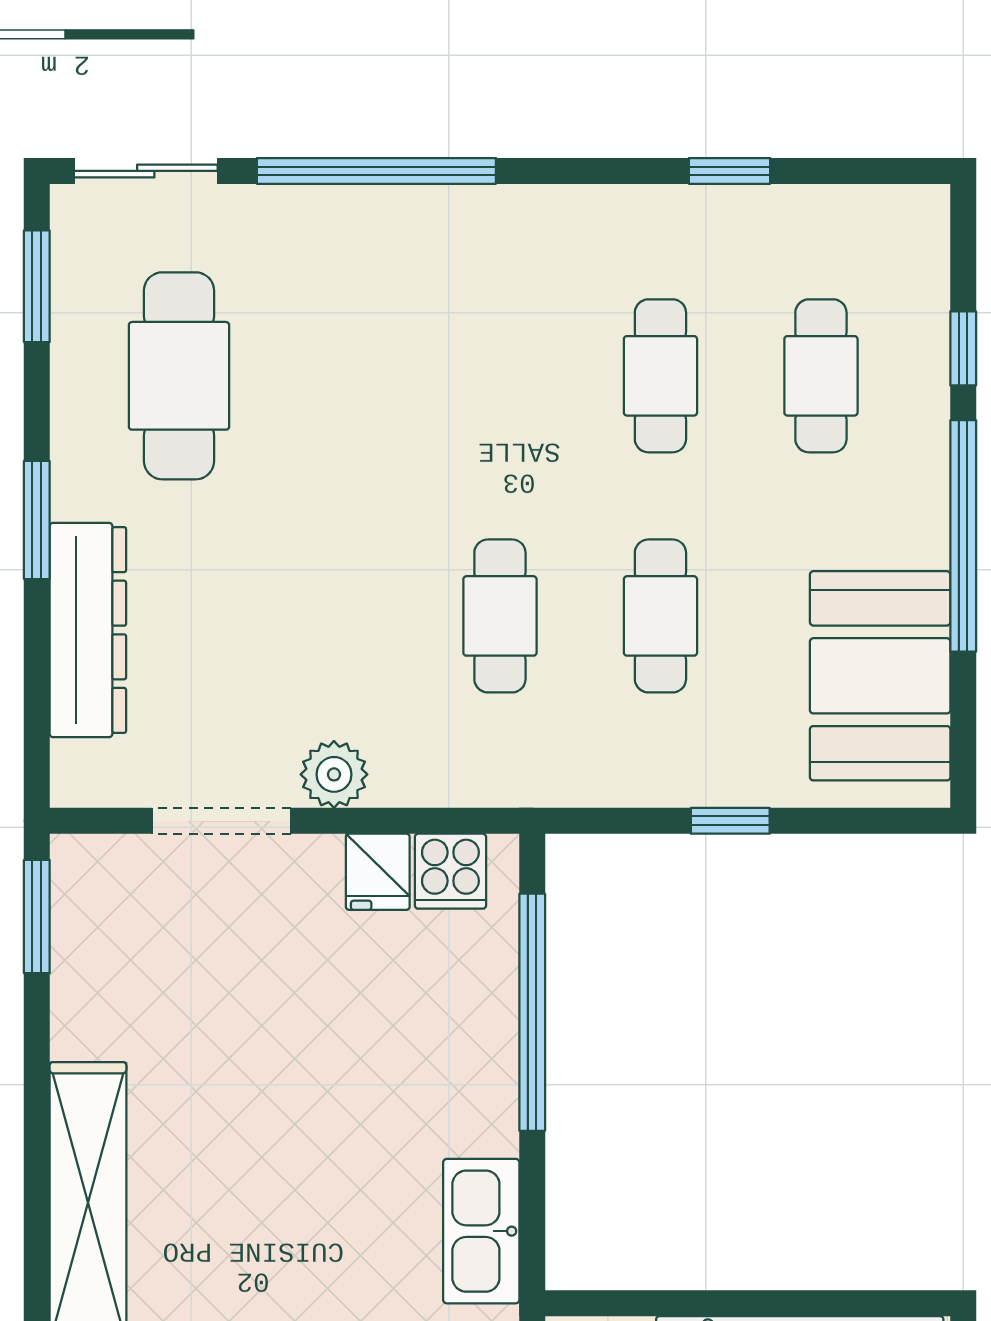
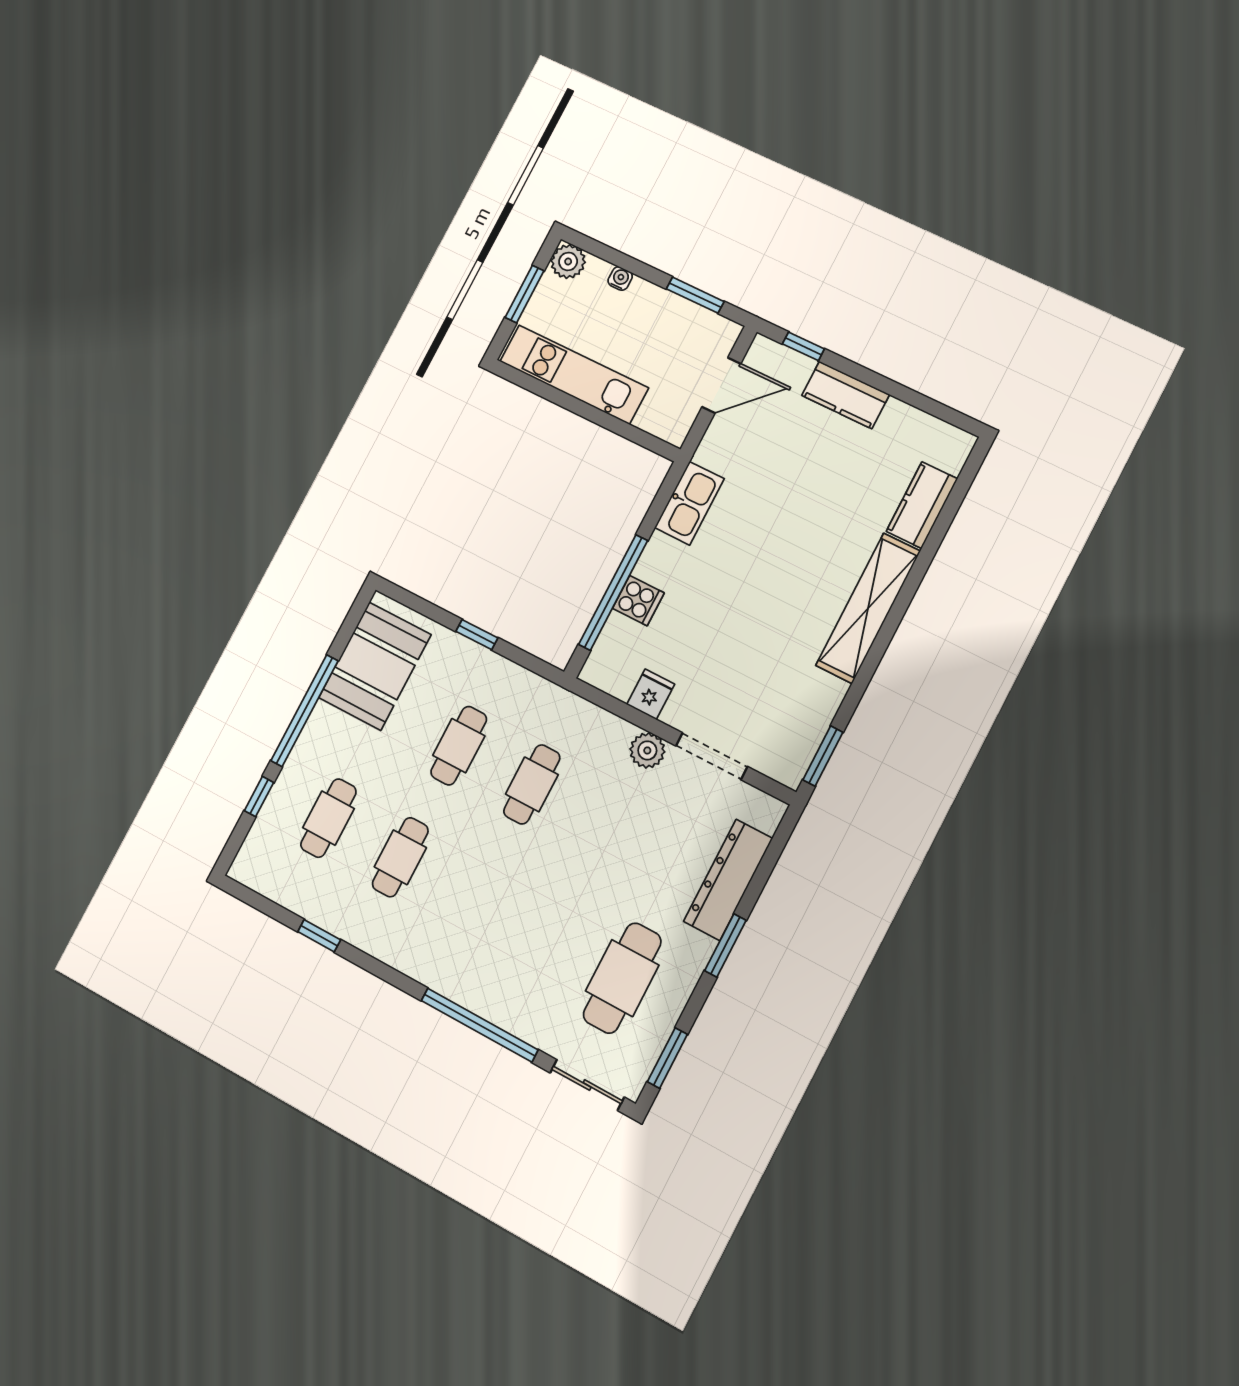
cooker: (450, 871) -> (638, 601), moved, turned 90

